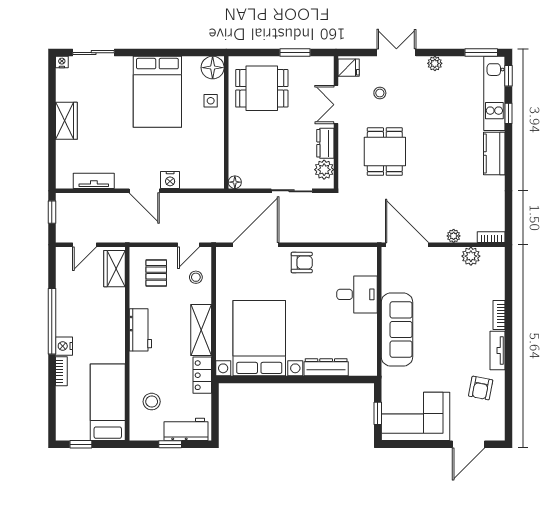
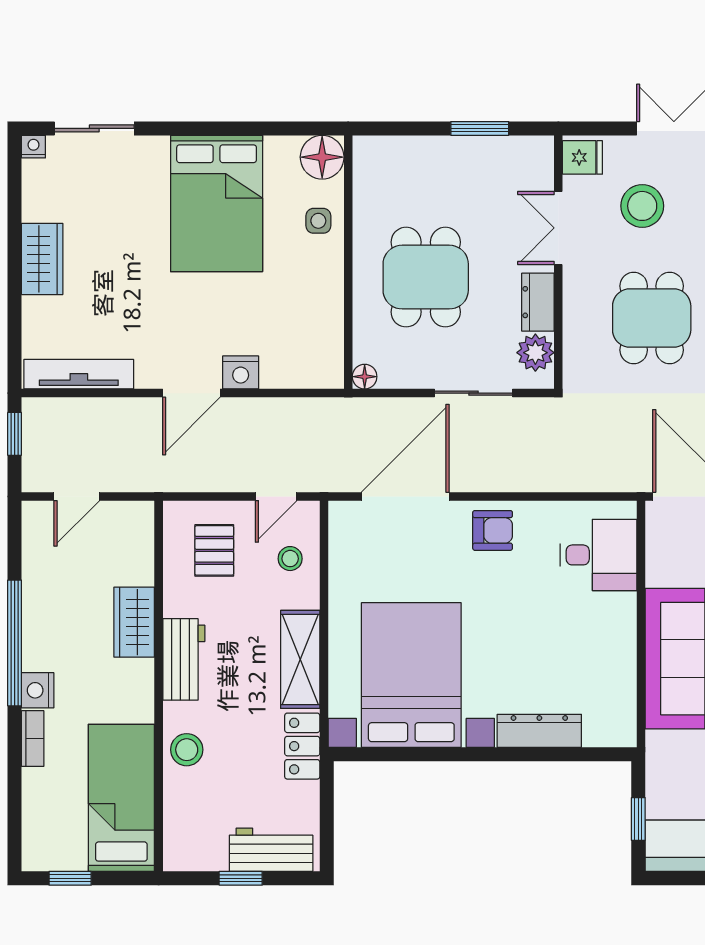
dining table: (262, 88) -> (426, 277), moved, turned 90
stool: (380, 93) -> (642, 206), width x1.89, depth x1.89
tv unit: (94, 181) -> (79, 374), width x1.41
door: (144, 191) -> (191, 393), hinge flipped
wardrobe: (114, 269) -> (134, 622), moved
desk: (357, 294) -> (598, 555), moved
stool: (152, 402) -> (187, 750), moved

